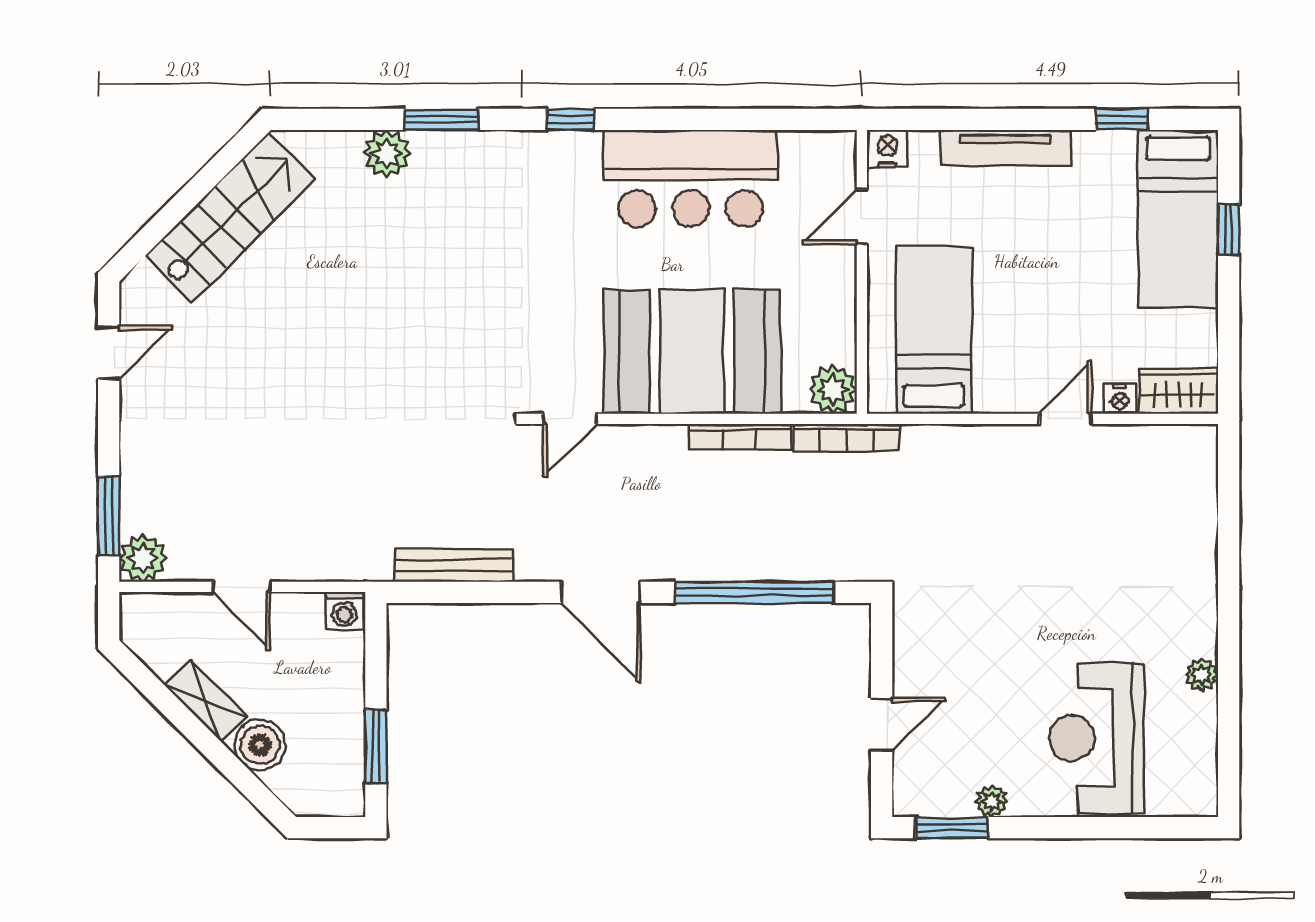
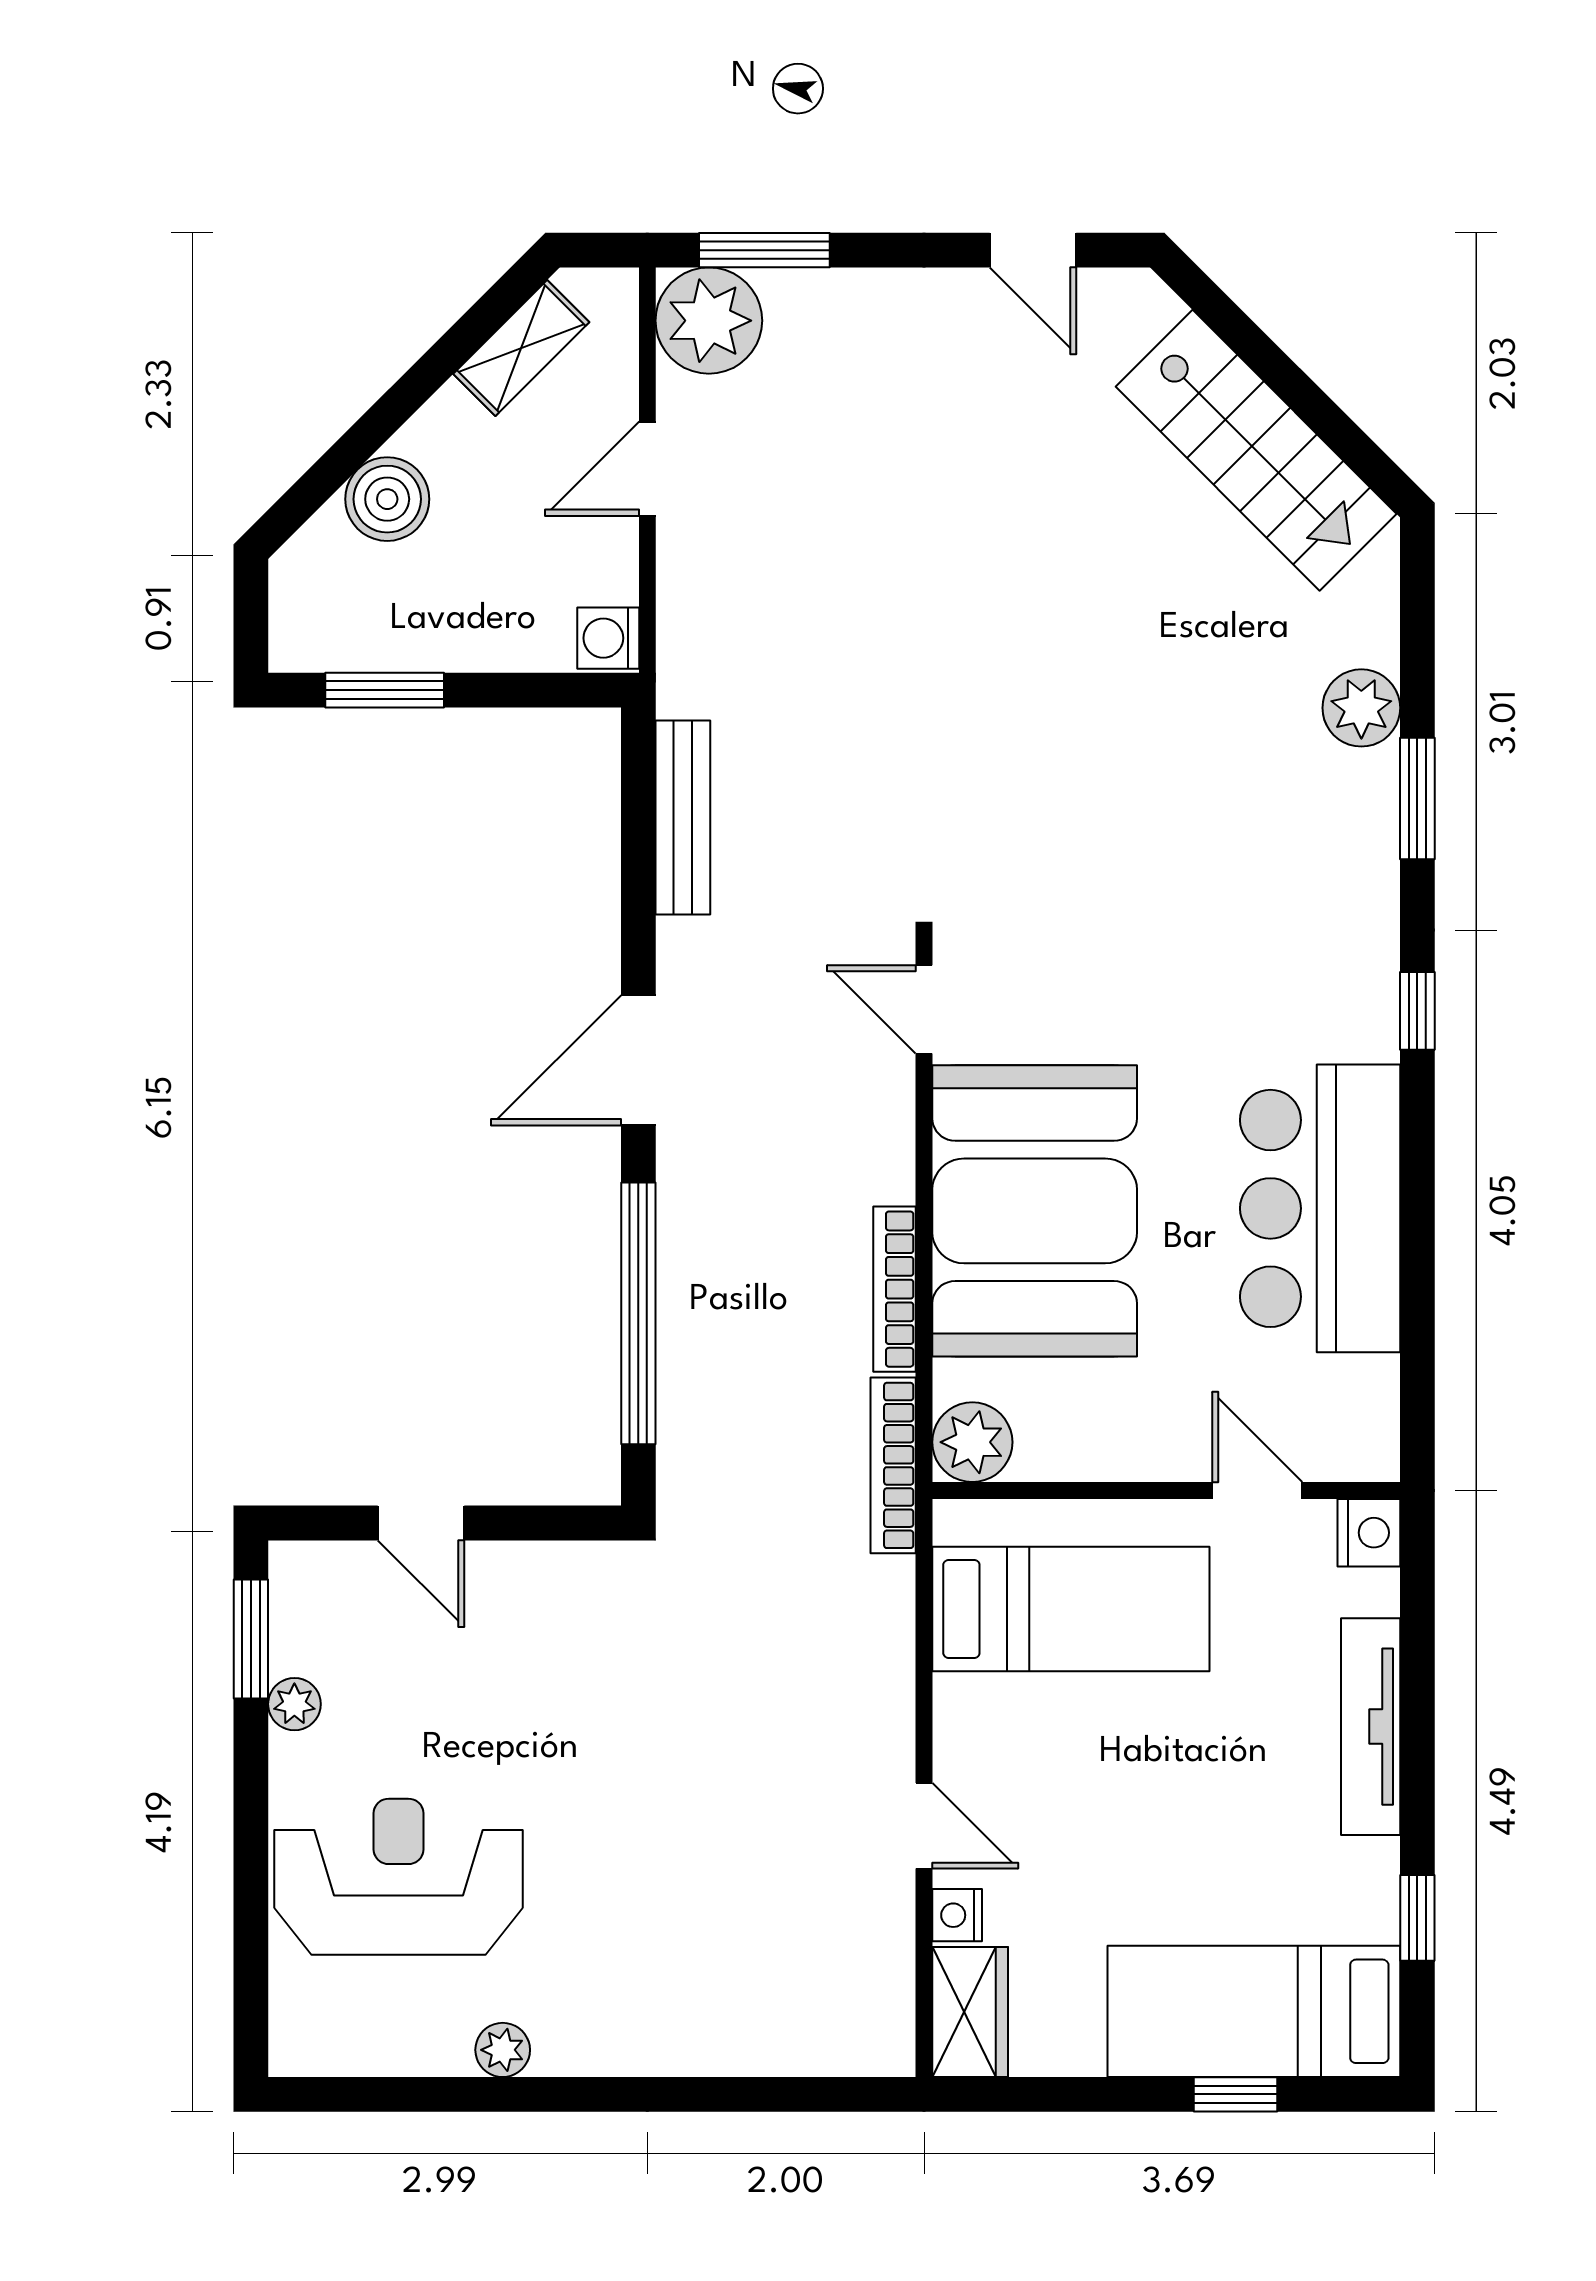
plant: (143, 558) -> (709, 321), width x1.36, depth x1.36
shelving: (206, 701) -> (521, 348), moved

